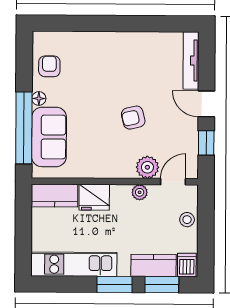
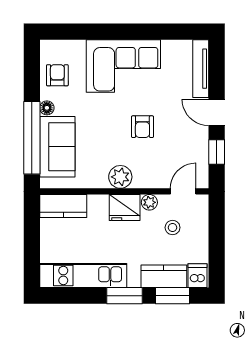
corner sofa: (115, 57) -> (123, 66), added
armchair: (133, 118) -> (142, 127), turned -77
plant: (147, 167) -> (120, 177), moved
fridge: (94, 197) -> (125, 208), moved
stool: (187, 220) -> (173, 228), moved

